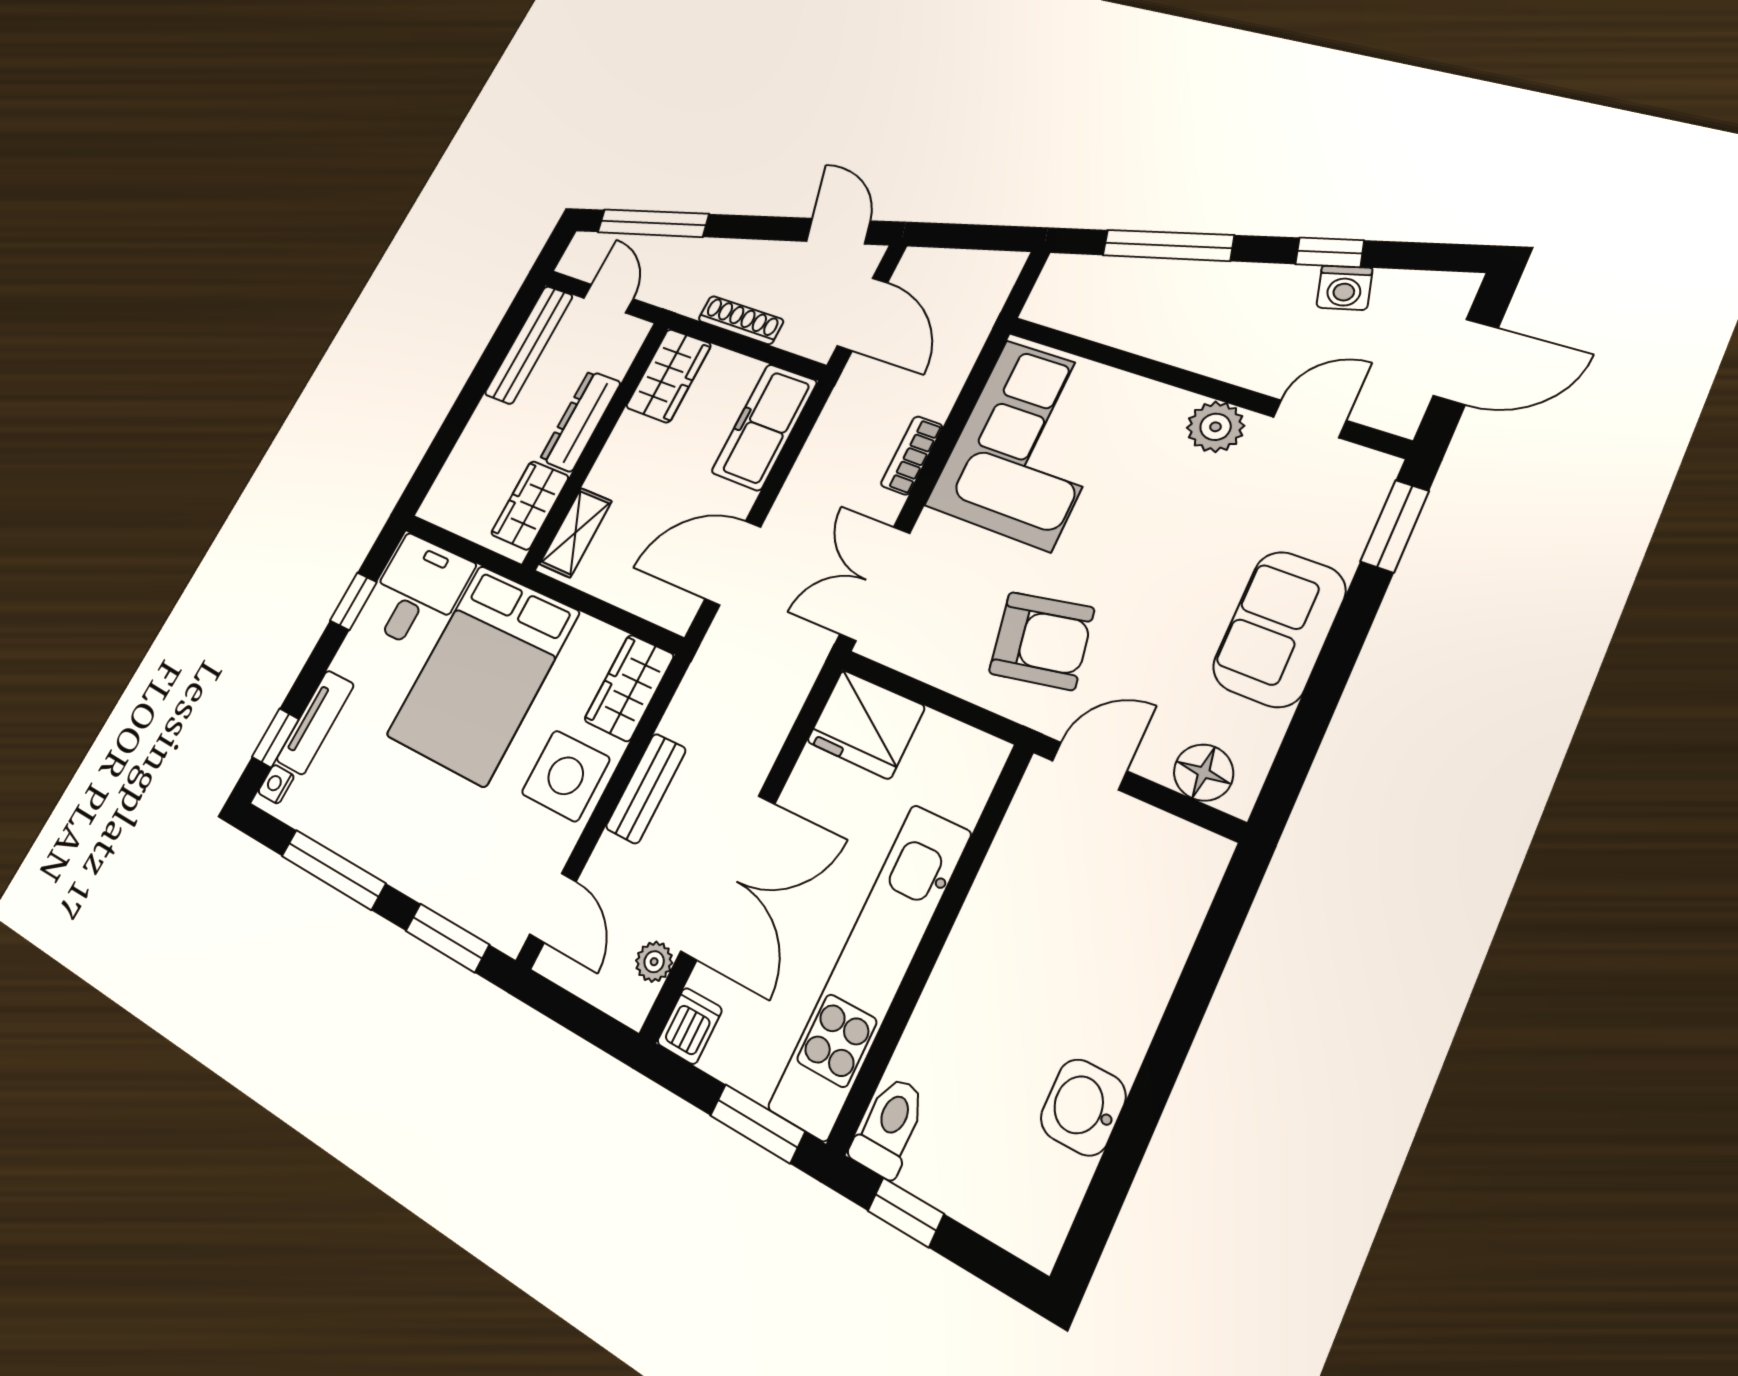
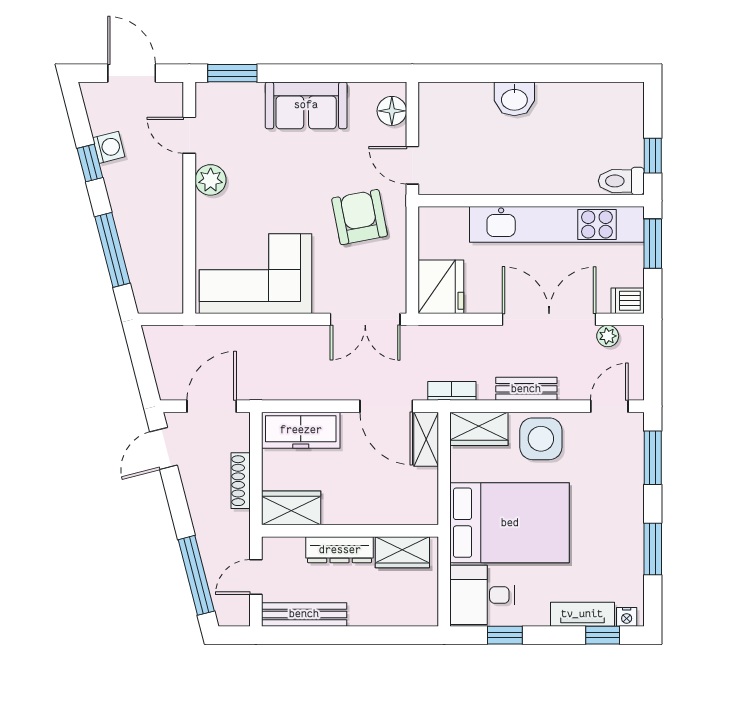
bookcase: (912, 455) -> (452, 391), moved, turned 180
shelving: (576, 533) -> (426, 439), moved, turned 90
window: (333, 869) -> (653, 549), width x0.69
washbasin: (1083, 1107) -> (514, 99), moved

